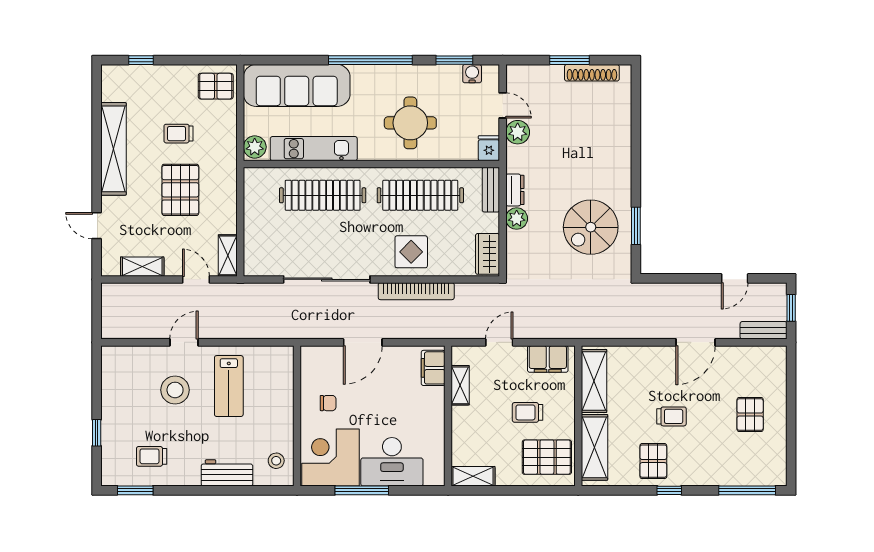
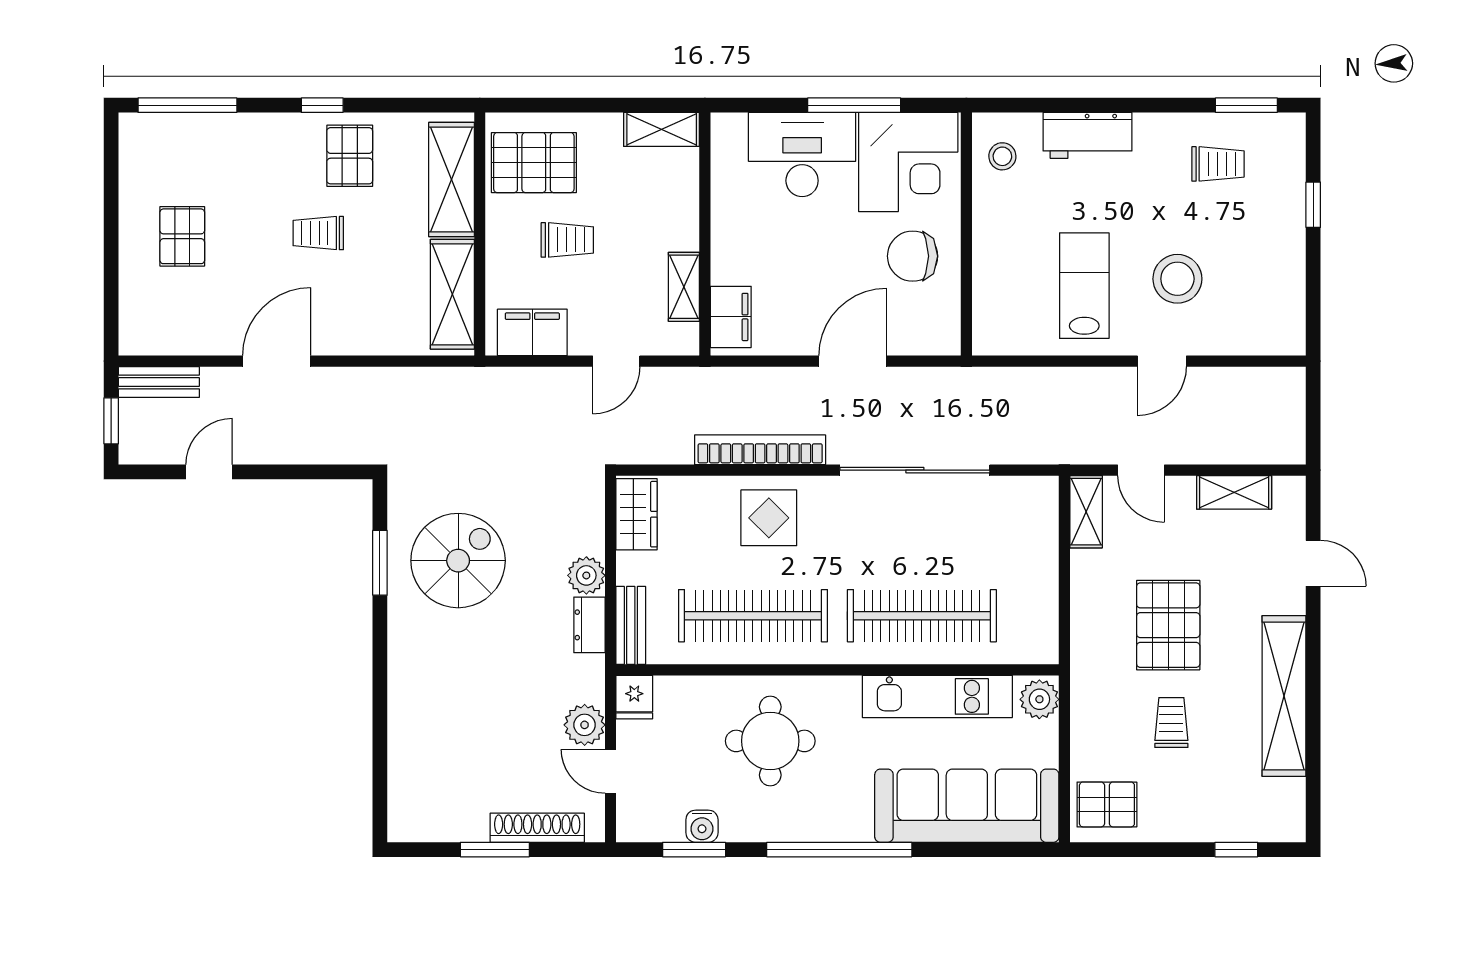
shoe rack: (592, 73) -> (537, 828), moved
water cooler: (472, 74) -> (702, 826), moved
trolley: (179, 134) -> (1171, 723), turned -90
chair: (328, 403) -> (913, 256), width x1.87, depth x1.87

